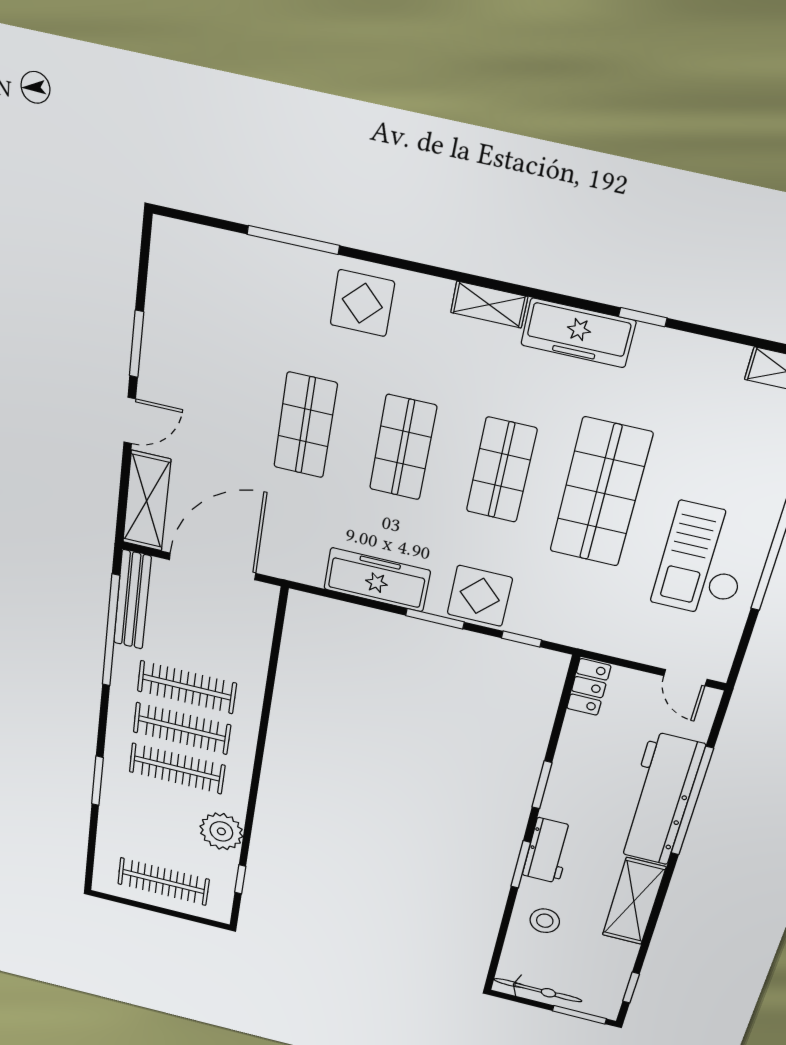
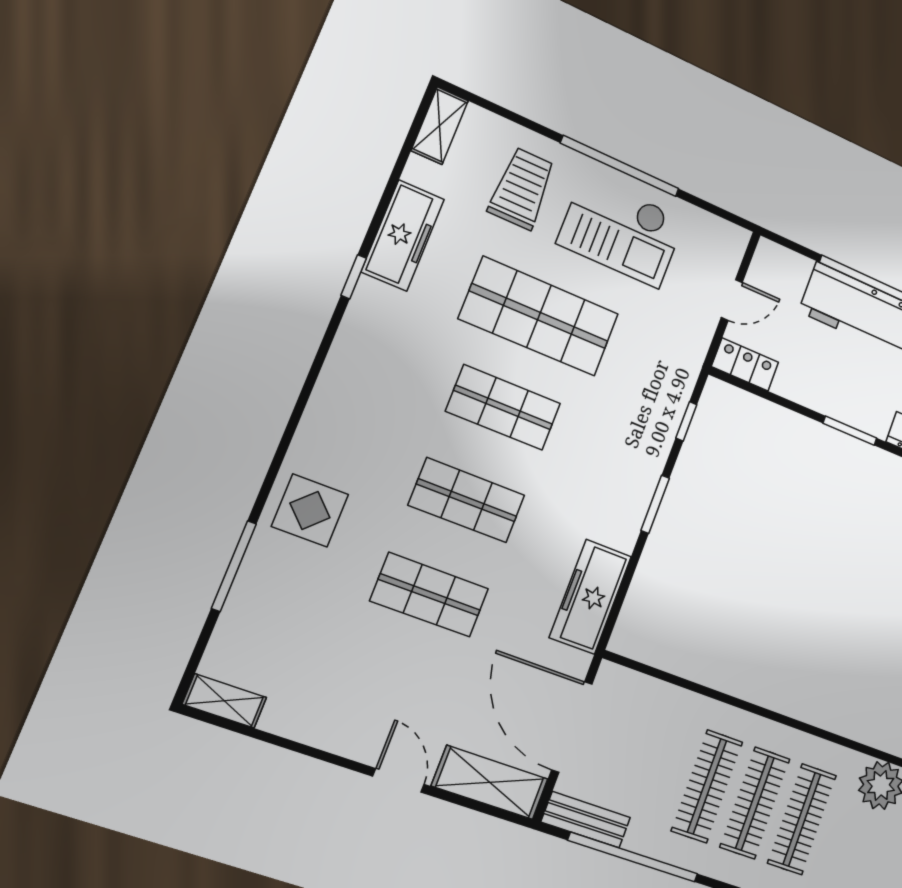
shelving: (489, 305) -> (224, 701), moved, turned 90
window: (643, 317) -> (354, 277), moved
freezer: (578, 333) -> (403, 235), moved
window: (137, 344) -> (317, 753), removed
trolley: (733, 461) -> (522, 188), added
freezer: (377, 580) -> (590, 597), moved
display table: (480, 596) -> (635, 454), removed
bench: (132, 600) -> (586, 820), width x0.73
door: (685, 678) -> (732, 300), moved

